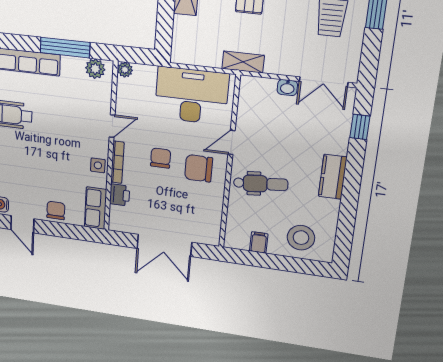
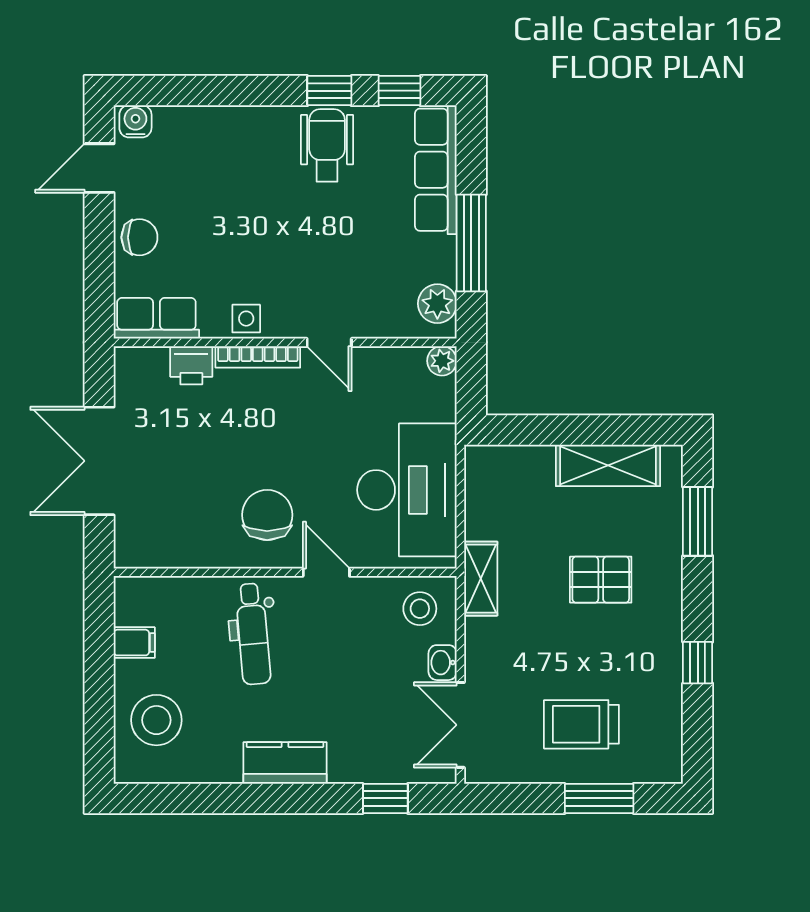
stool: (256, 96) -> (420, 609), added
chair: (161, 158) -> (278, 441), removed

